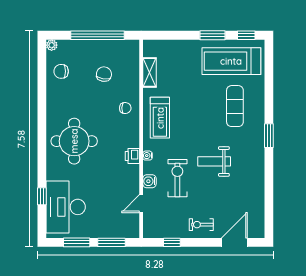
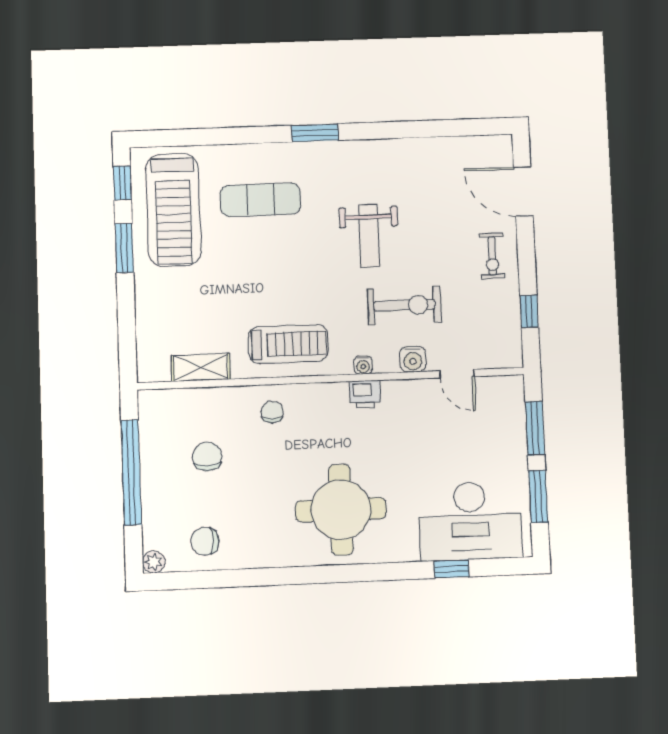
chair: (61, 71) -> (205, 541), turned 90
chair: (104, 74) -> (207, 456), turned 82
exercise bike: (177, 178) -> (404, 305), turned 180

